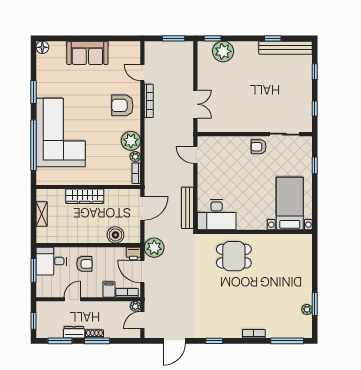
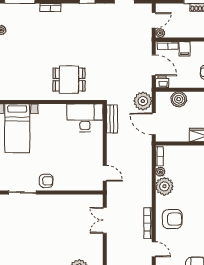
door: (142, 208) -> (154, 124), hinge flipped
bench: (188, 208) -> (112, 119), width x0.73
plant: (154, 248) -> (143, 101), moved

